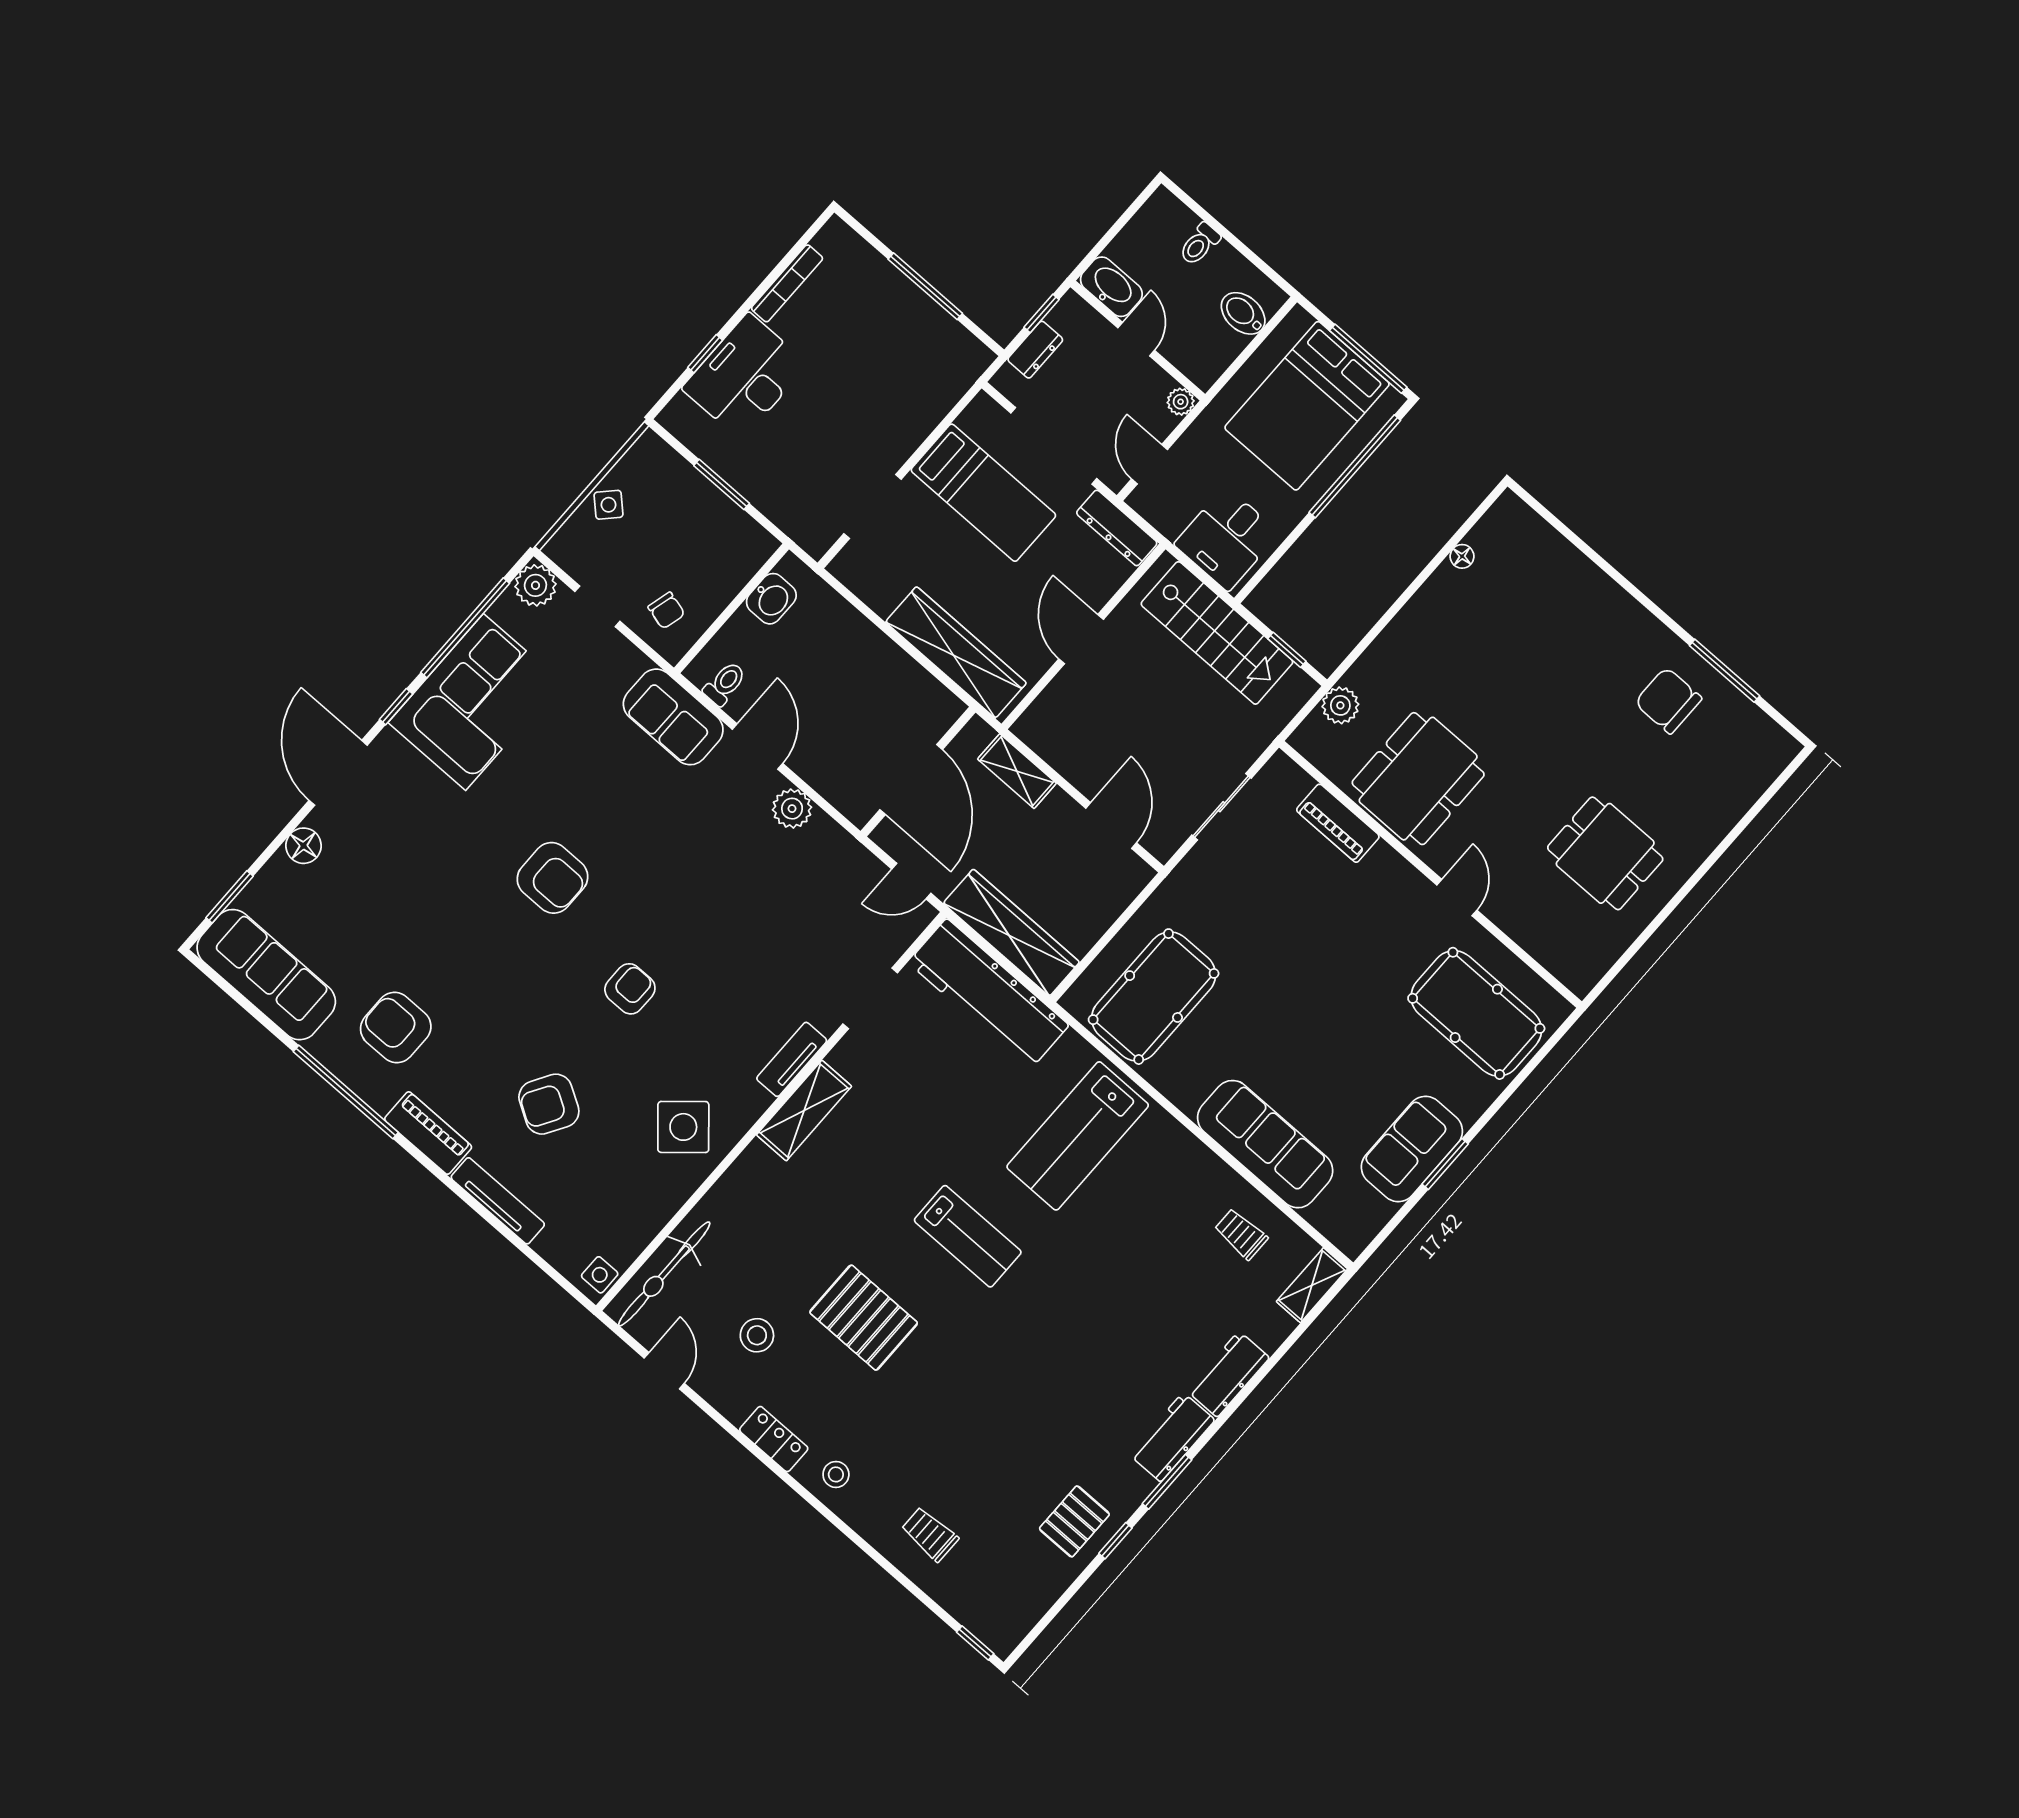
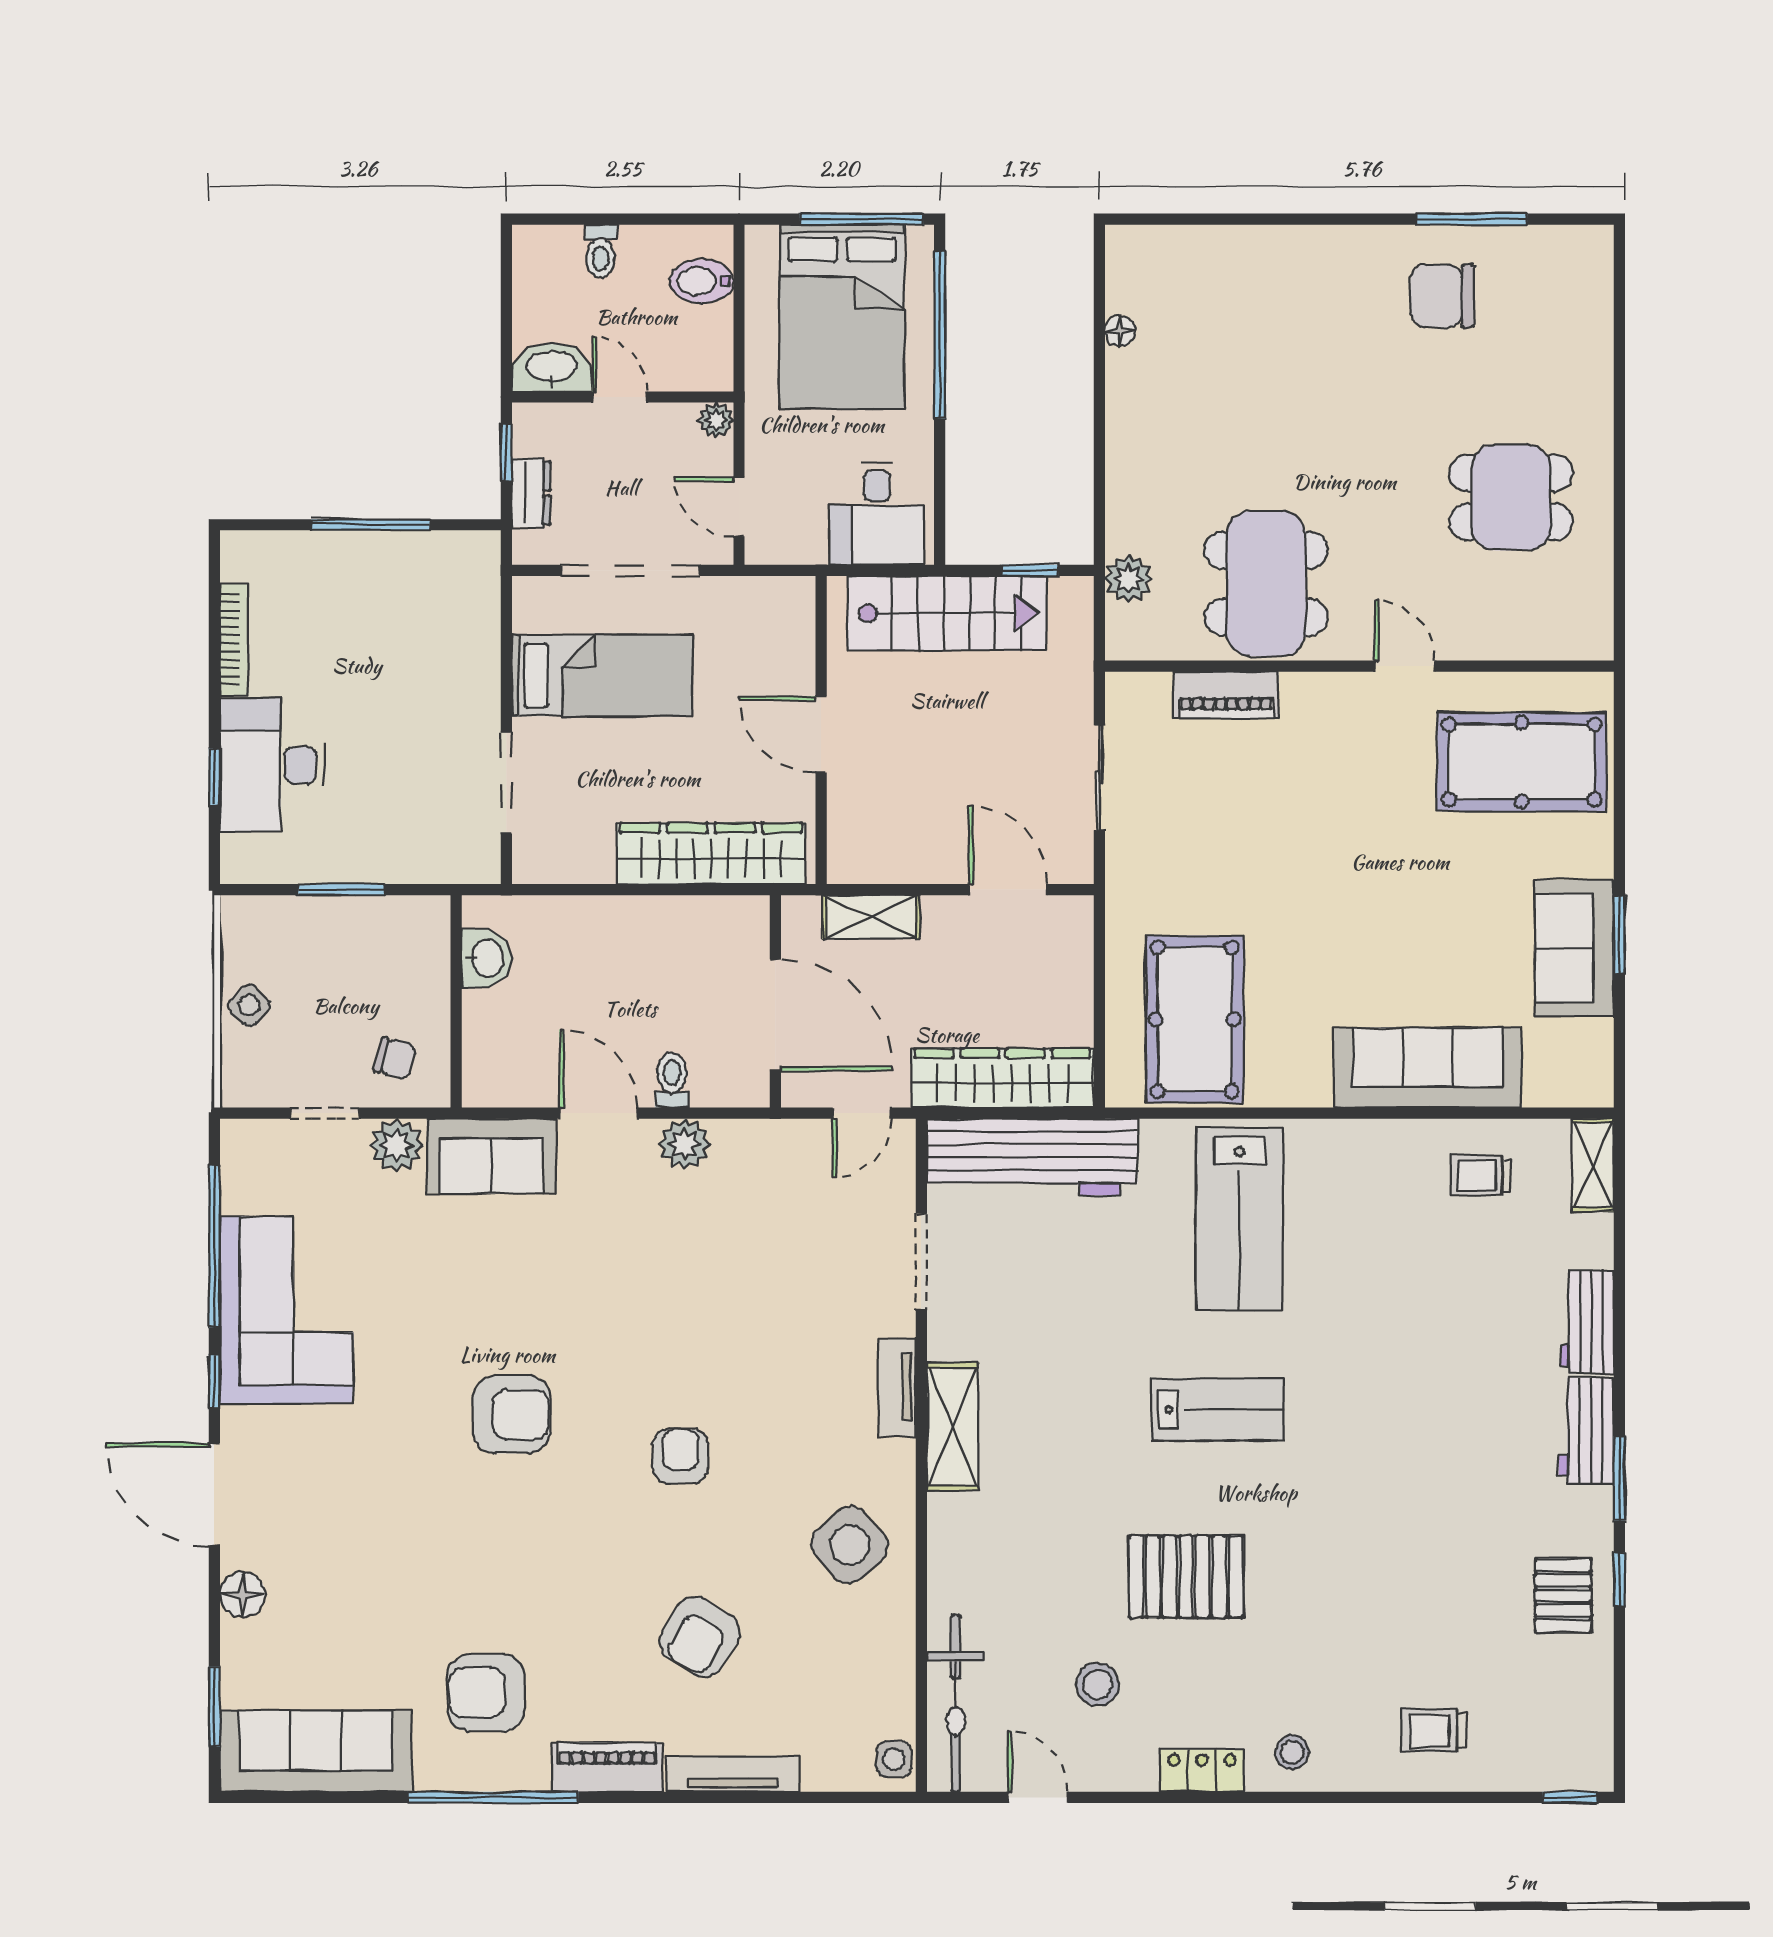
dresser: (1117, 528) -> (761, 596), removed
plant: (535, 585) -> (397, 1145), moved
toilet: (725, 684) -> (672, 1080), moved

